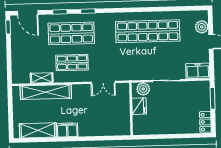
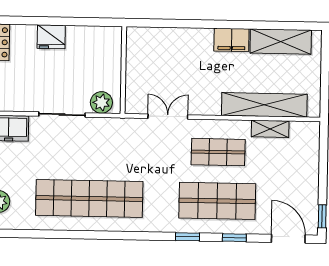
fridge: (139, 106) -> (51, 37), moved, turned -90

